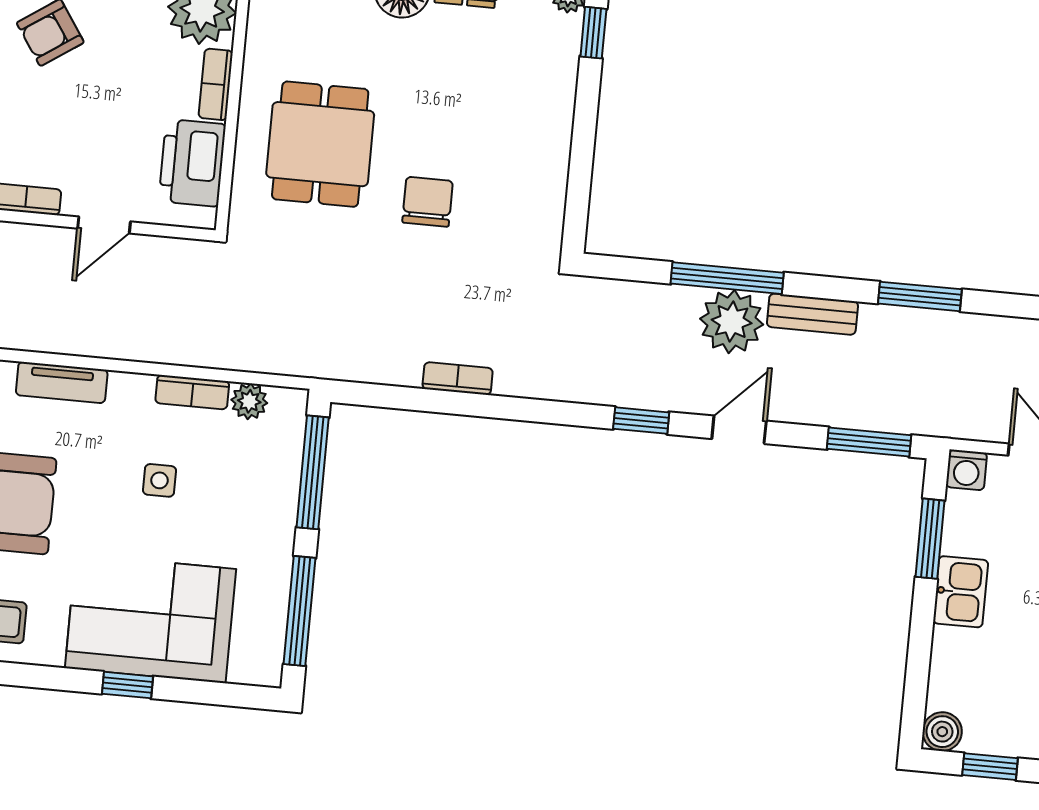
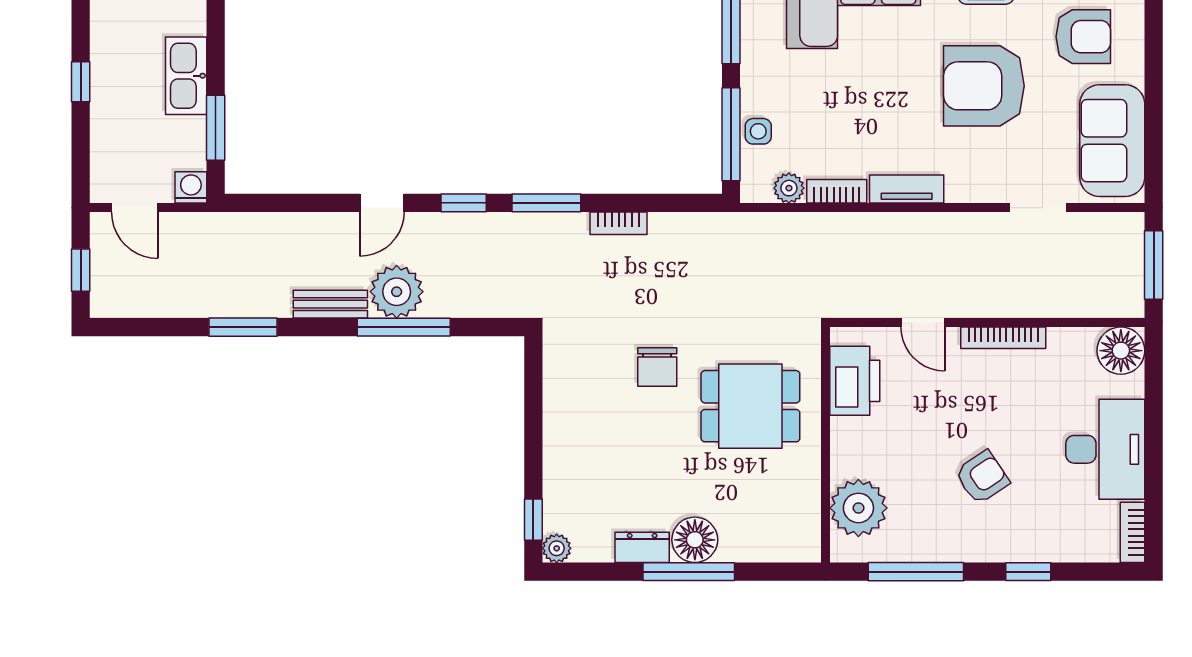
bookcase: (216, 84) -> (841, 447), removed
dining table: (320, 144) -> (750, 406), turned 90
door: (104, 225) -> (923, 323), swing flipped
tv unit: (62, 382) -> (907, 189), moved
window: (869, 442) -> (546, 203), moved
side table: (160, 480) -> (758, 131), moved
kitchen sink: (961, 592) -> (186, 76), width x1.38

